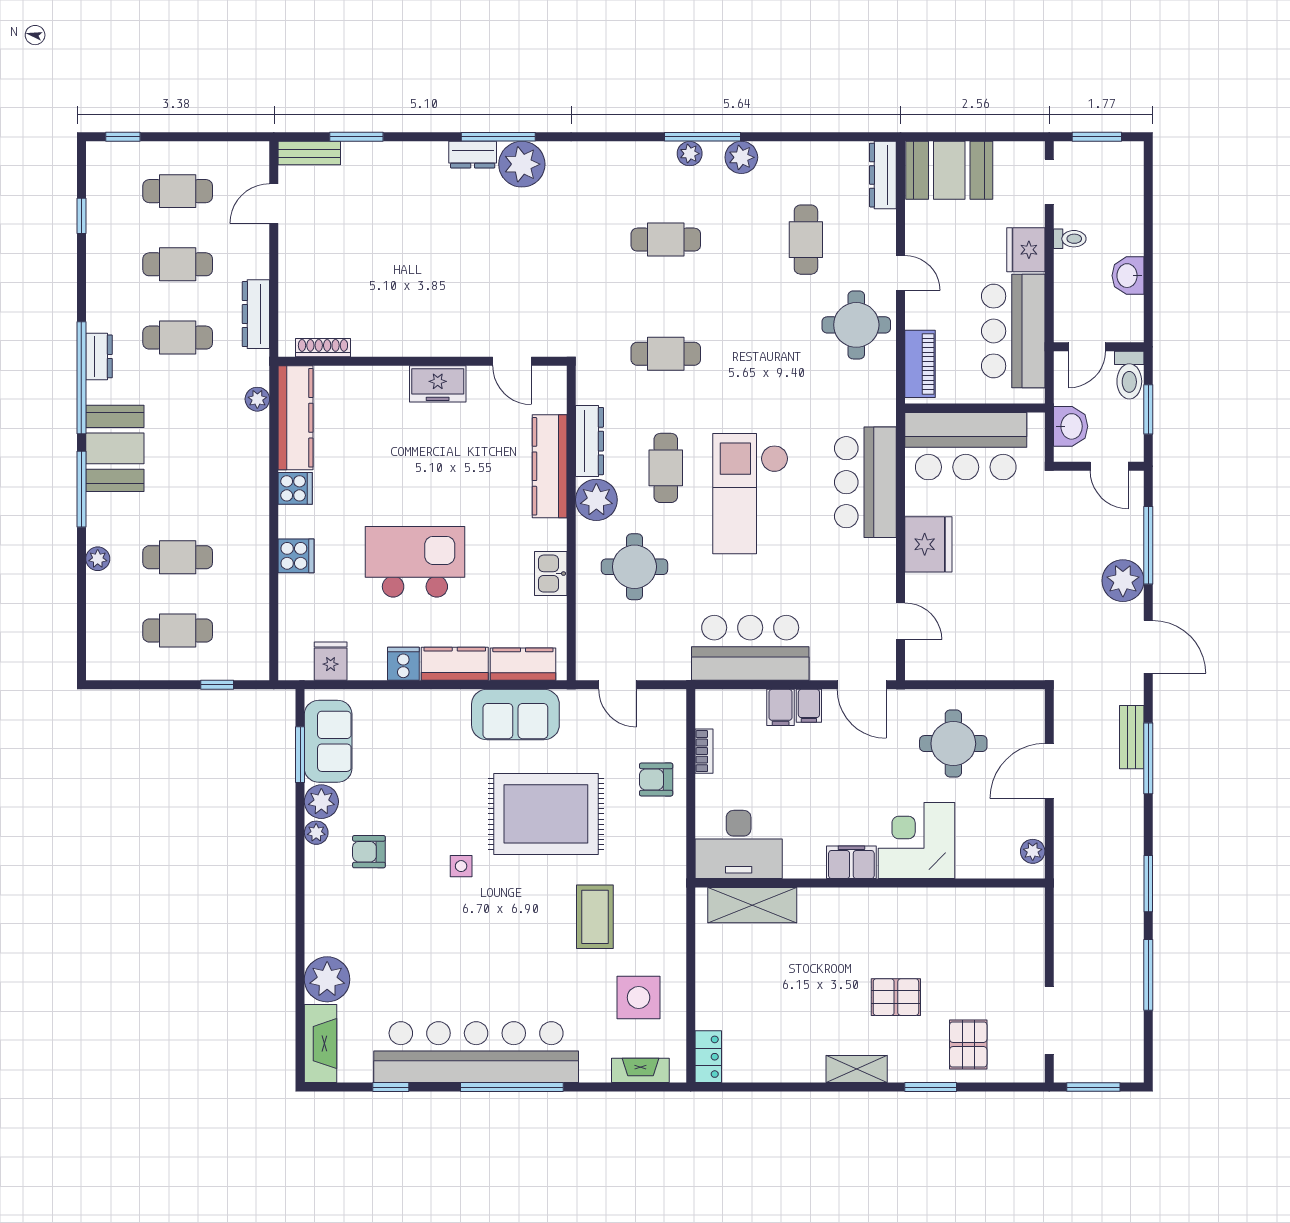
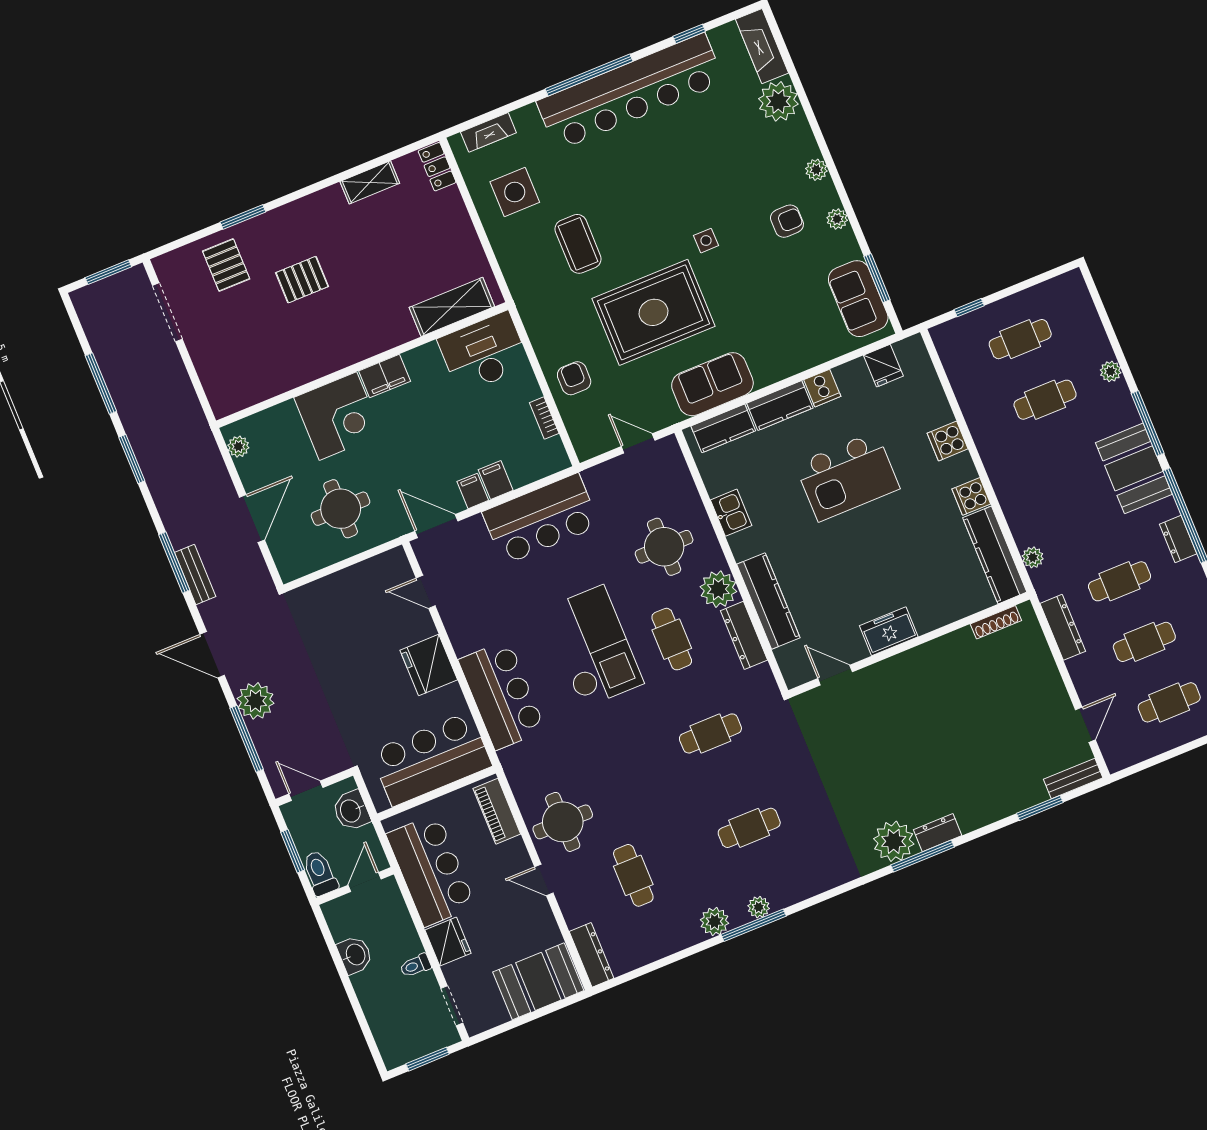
armchair: (656, 779) -> (574, 378), turned -90
plant: (321, 802) -> (816, 170), moved, width x0.73, depth x0.73
shelving: (857, 1069) -> (370, 182), moved

